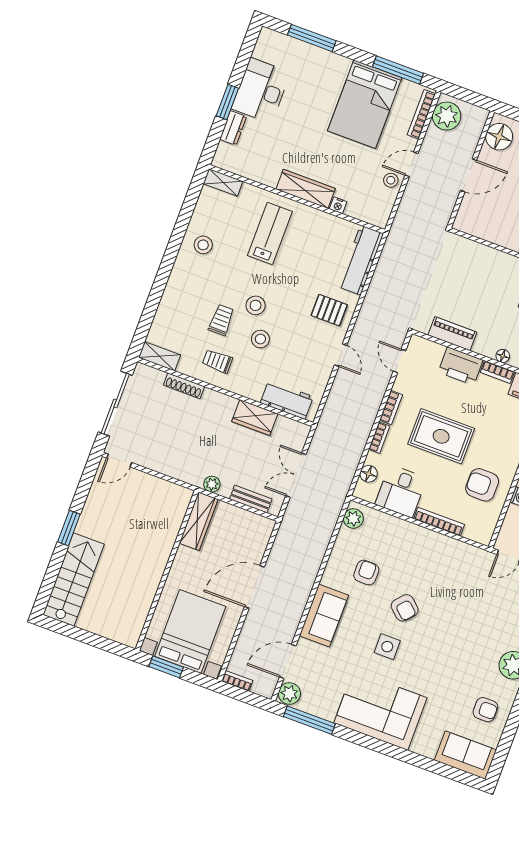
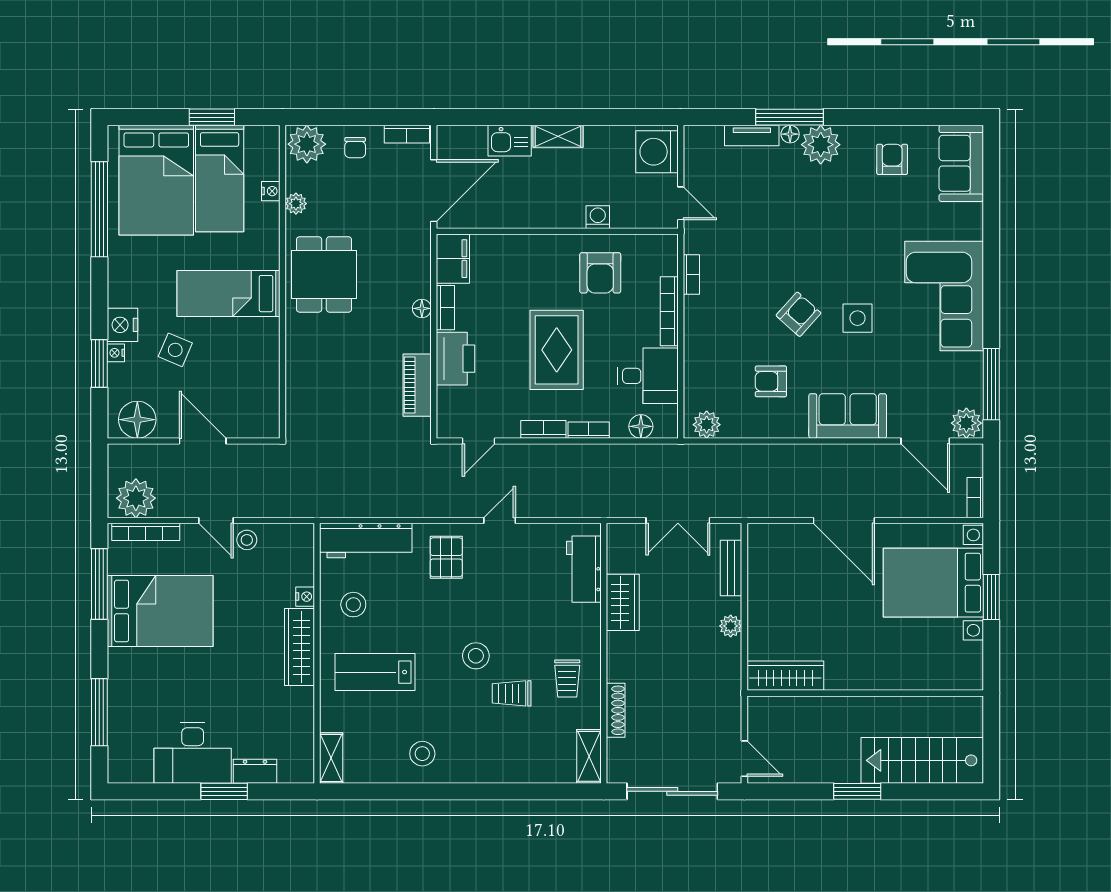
stool: (260, 339) -> (353, 605), moved
wardrobe: (199, 521) -> (785, 676), moved
bookcase: (458, 546) -> (691, 274), added
wall: (167, 571) -> (865, 693), moved

